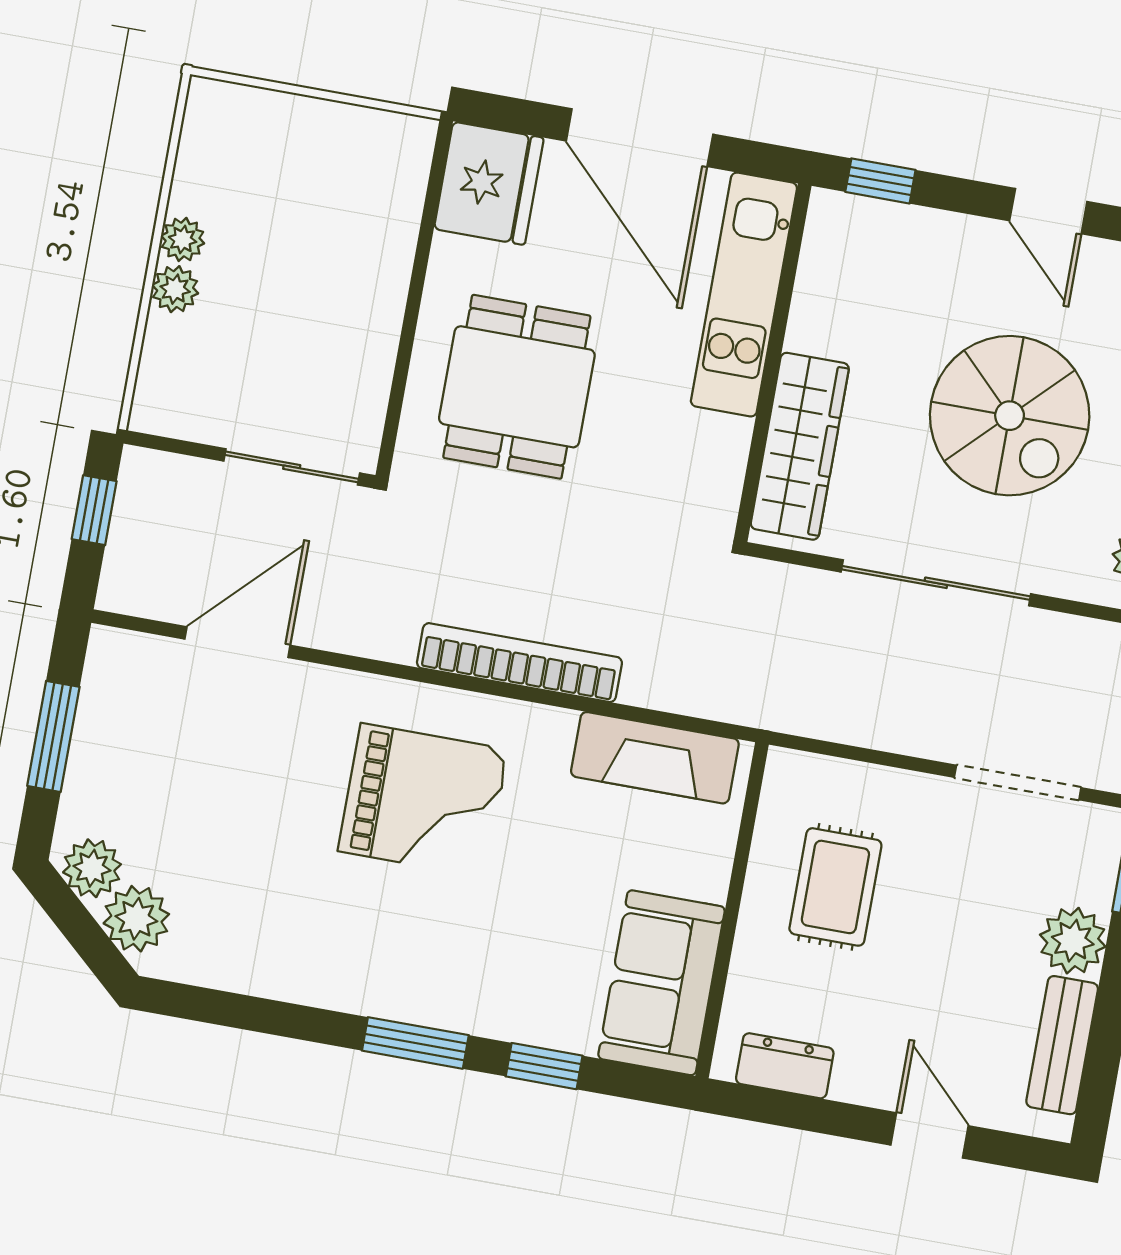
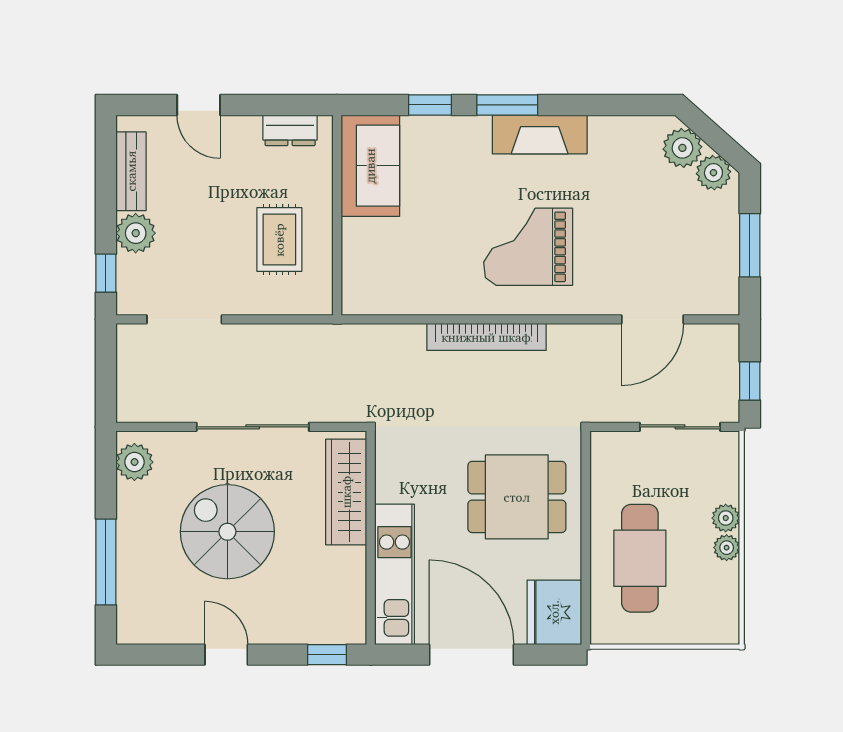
cafe table: (330, 248) -> (640, 558), added
dining table: (517, 387) -> (517, 497), turned 90
sliding door: (292, 467) -> (680, 427), moved
fireplace: (655, 758) -> (540, 134), moved, turned 180

